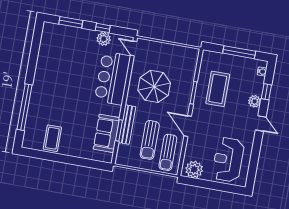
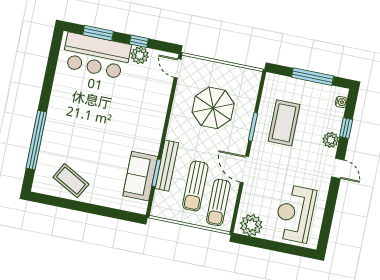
bar counter: (113, 78) -> (96, 56), moved, turned -90
parasol: (154, 86) -> (213, 108), moved
coffee table: (52, 138) -> (71, 181), turned -61

